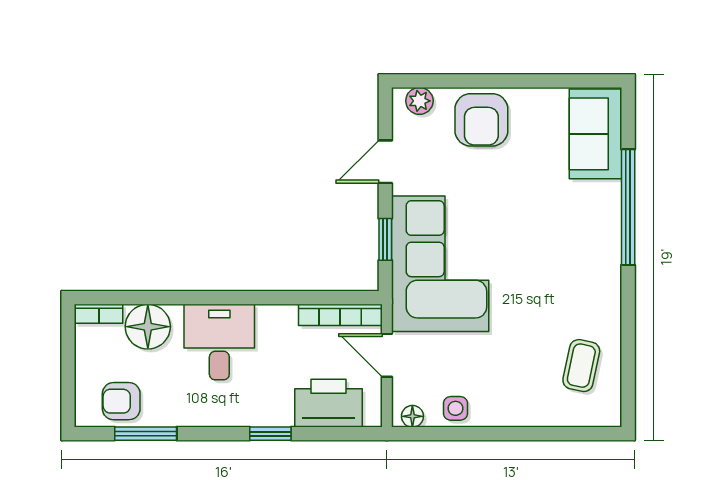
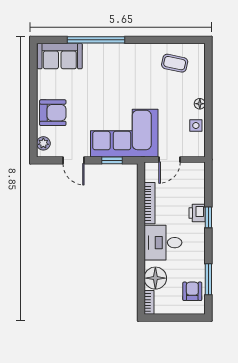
bookcase: (340, 315) -> (150, 203), moved
armchair: (121, 401) -> (192, 291), turned 180
printer: (329, 403) -> (197, 213), moved, width x0.53, depth x0.68
floor lamp: (412, 416) -> (200, 104), moved

